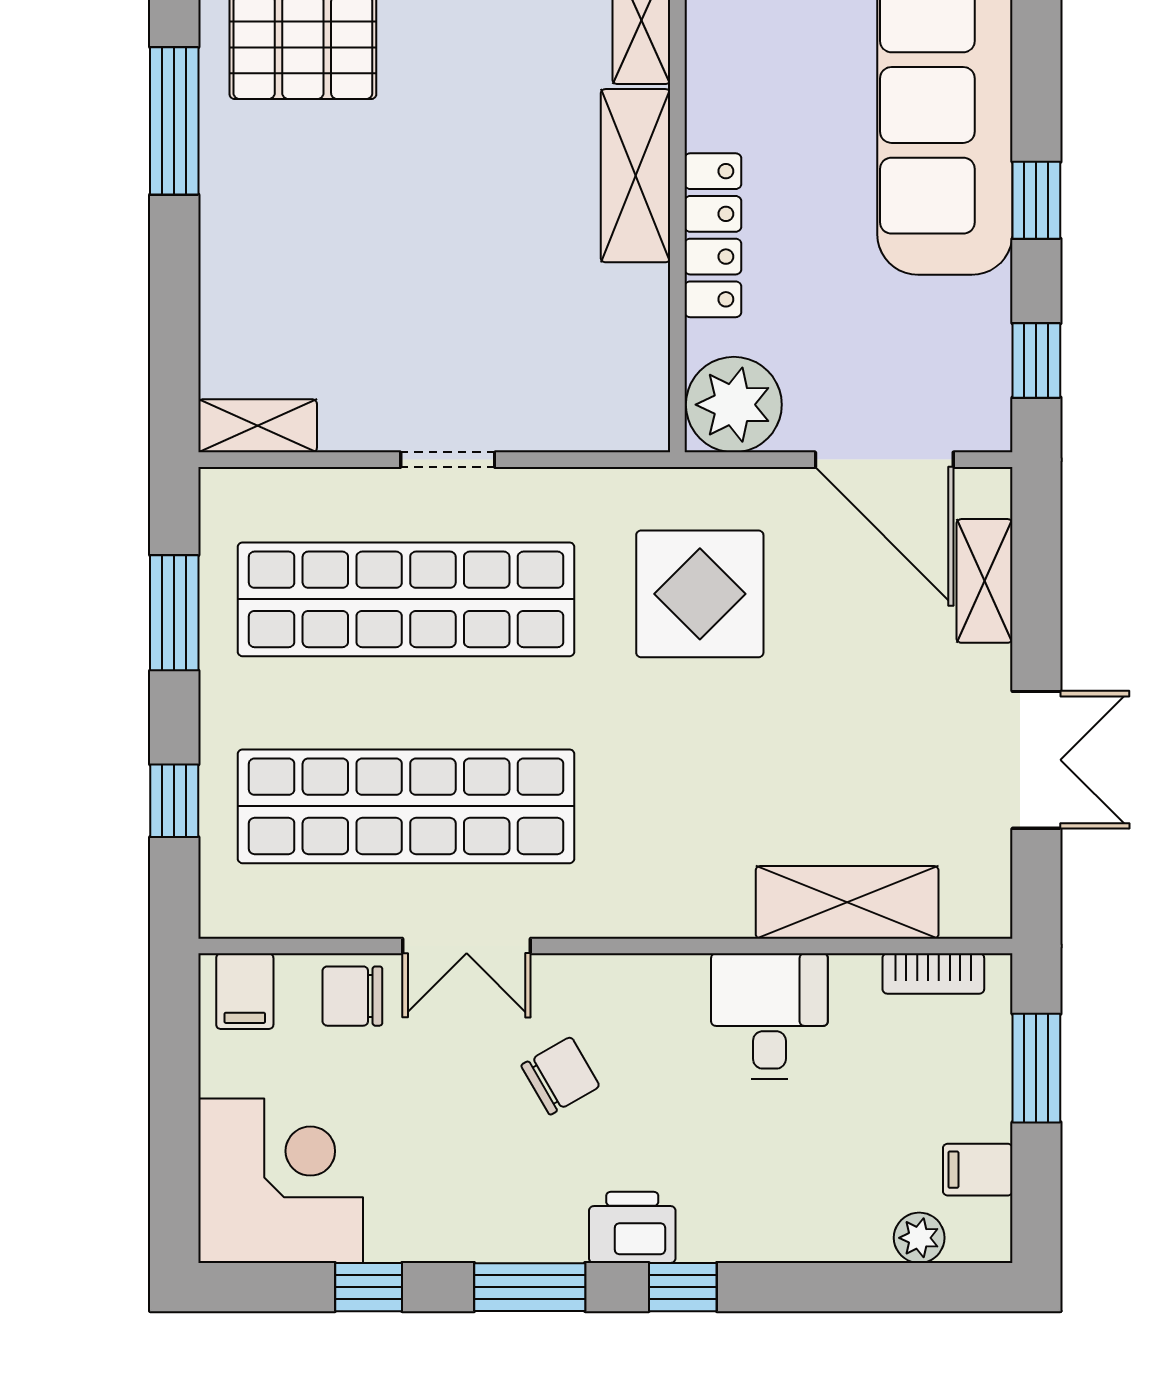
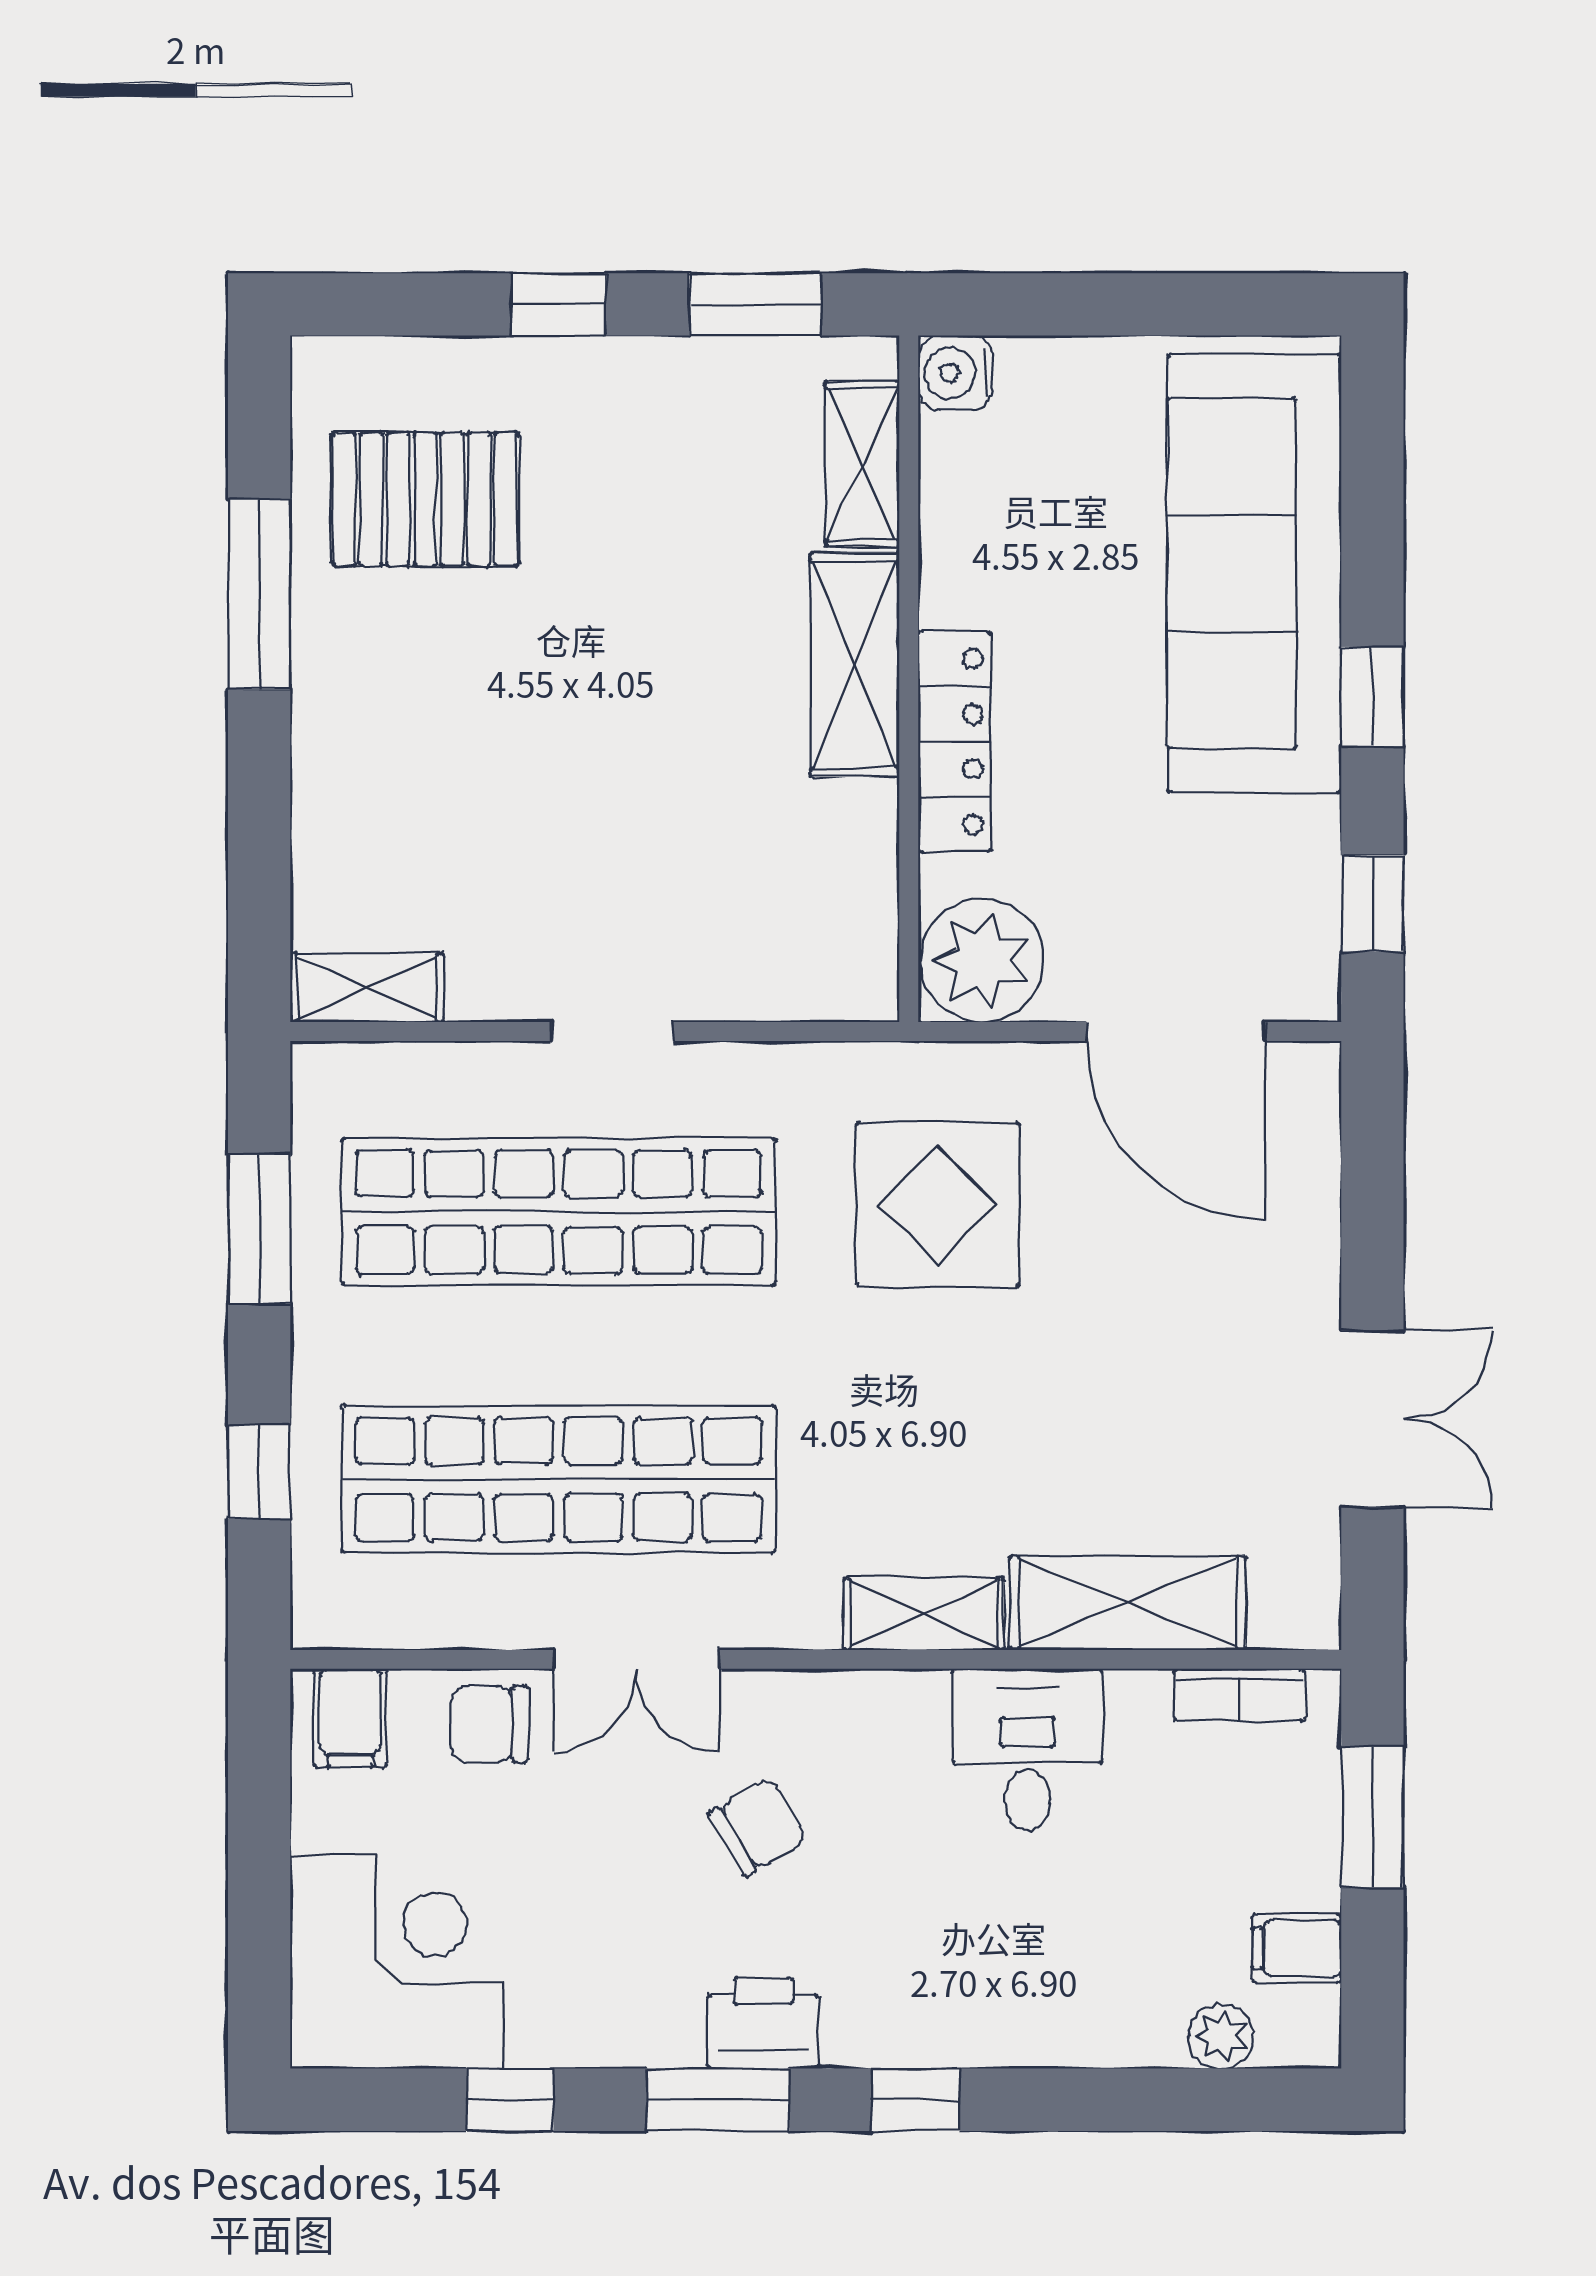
shelving: (985, 581) -> (924, 1614), moved, turned 90
printer: (632, 1227) -> (763, 2023), moved

